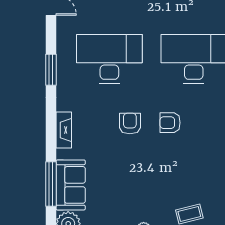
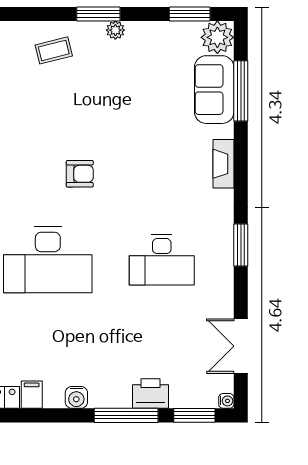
desk: (109, 59) -> (162, 260), width x0.73, depth x0.77
armchair: (130, 123) -> (134, 173), removed

